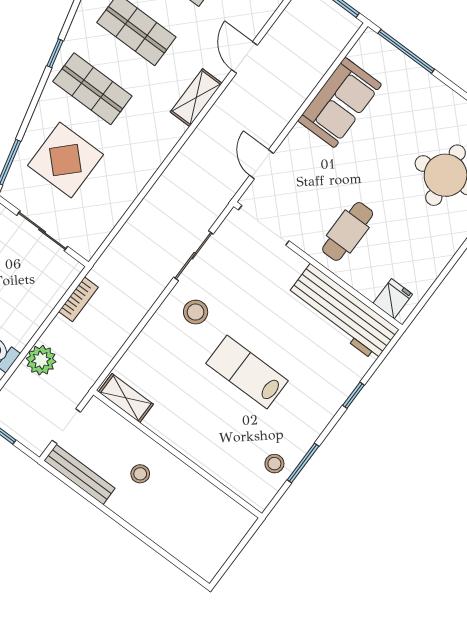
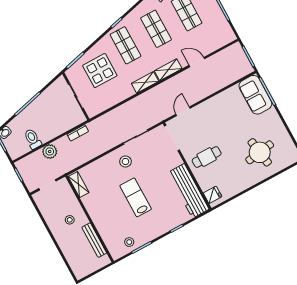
door: (244, 58) -> (197, 62), hinge flipped
sofa: (340, 102) -> (255, 95), moved, turned 90
shelving: (163, 143) -> (145, 82), added
bench: (79, 474) -> (94, 240), moved

